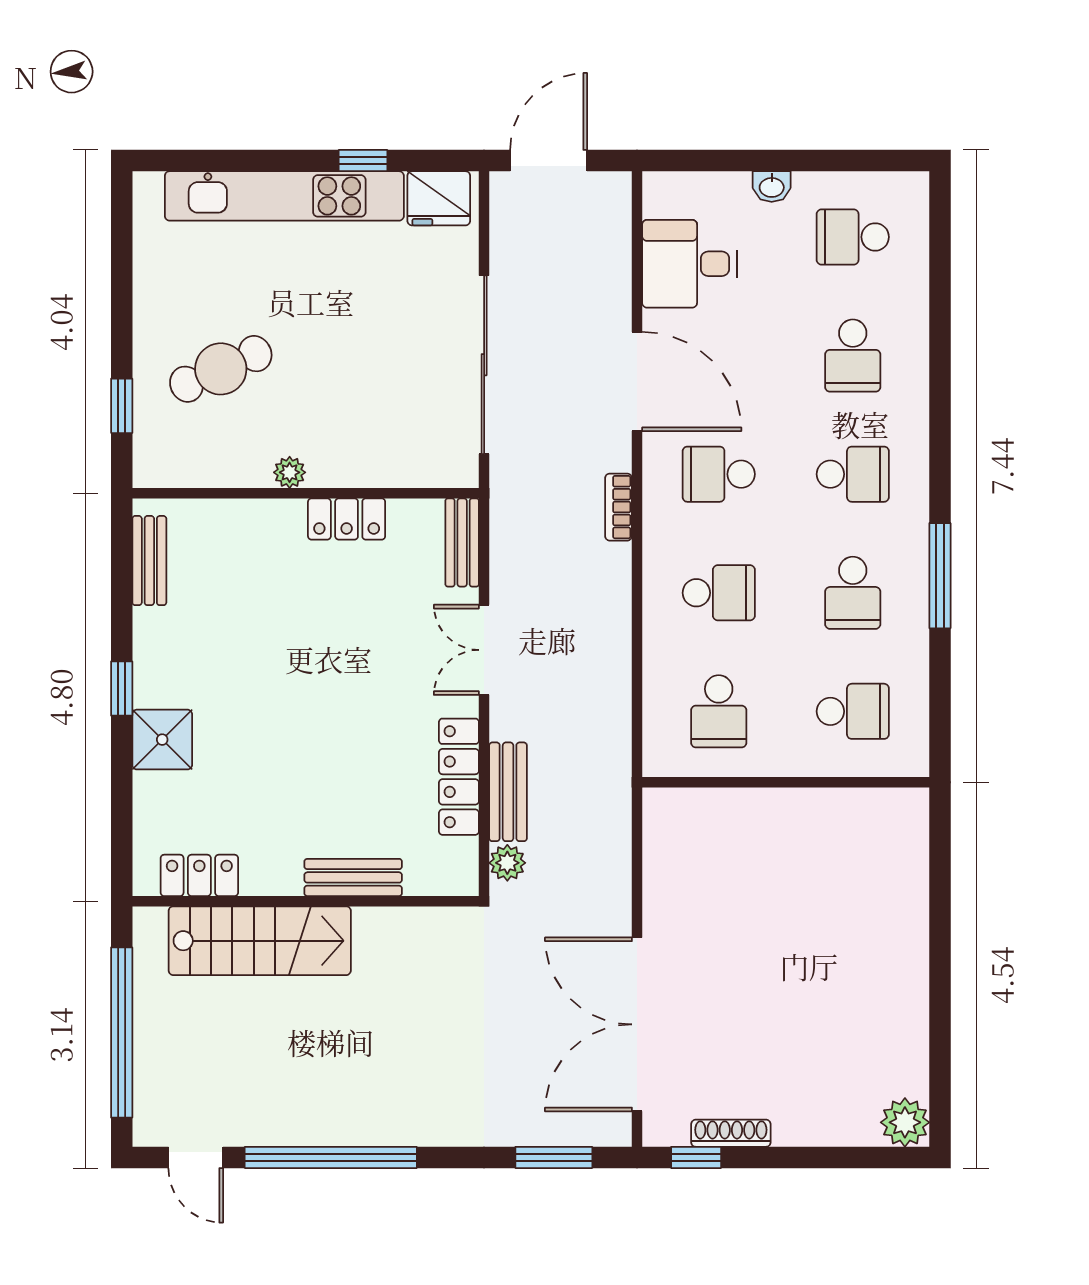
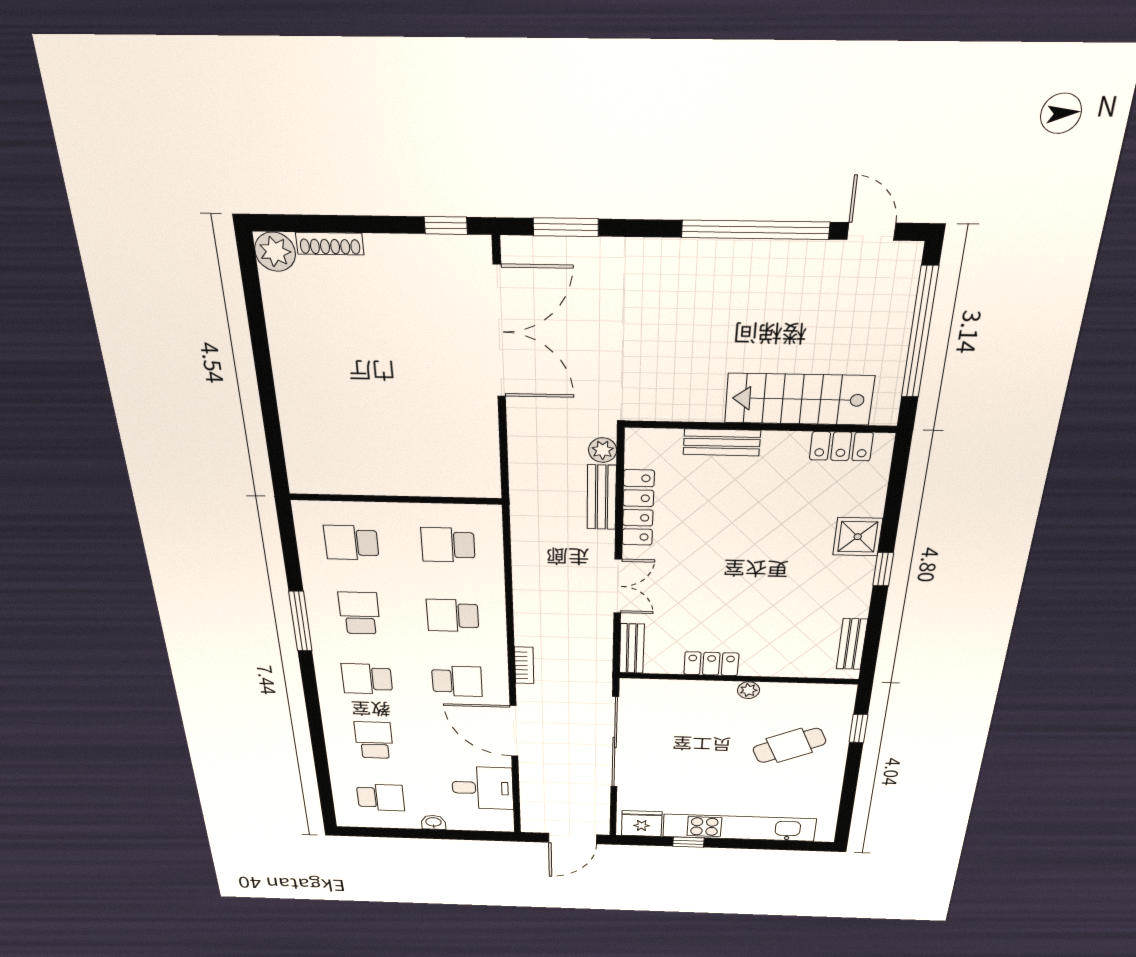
school desk: (719, 711) -> (448, 545), turned -90
shoe rack: (731, 1133) -> (330, 244), moved

